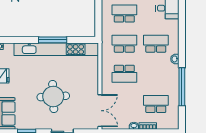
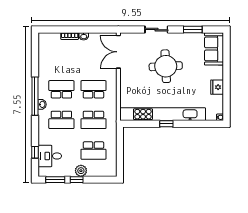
window: (182, 12) -> (35, 152), added
window: (53, 40) -> (166, 124), width x0.46
window: (182, 87) -> (35, 96), moved
school desk: (156, 104) -> (61, 89), moved, turned 180

